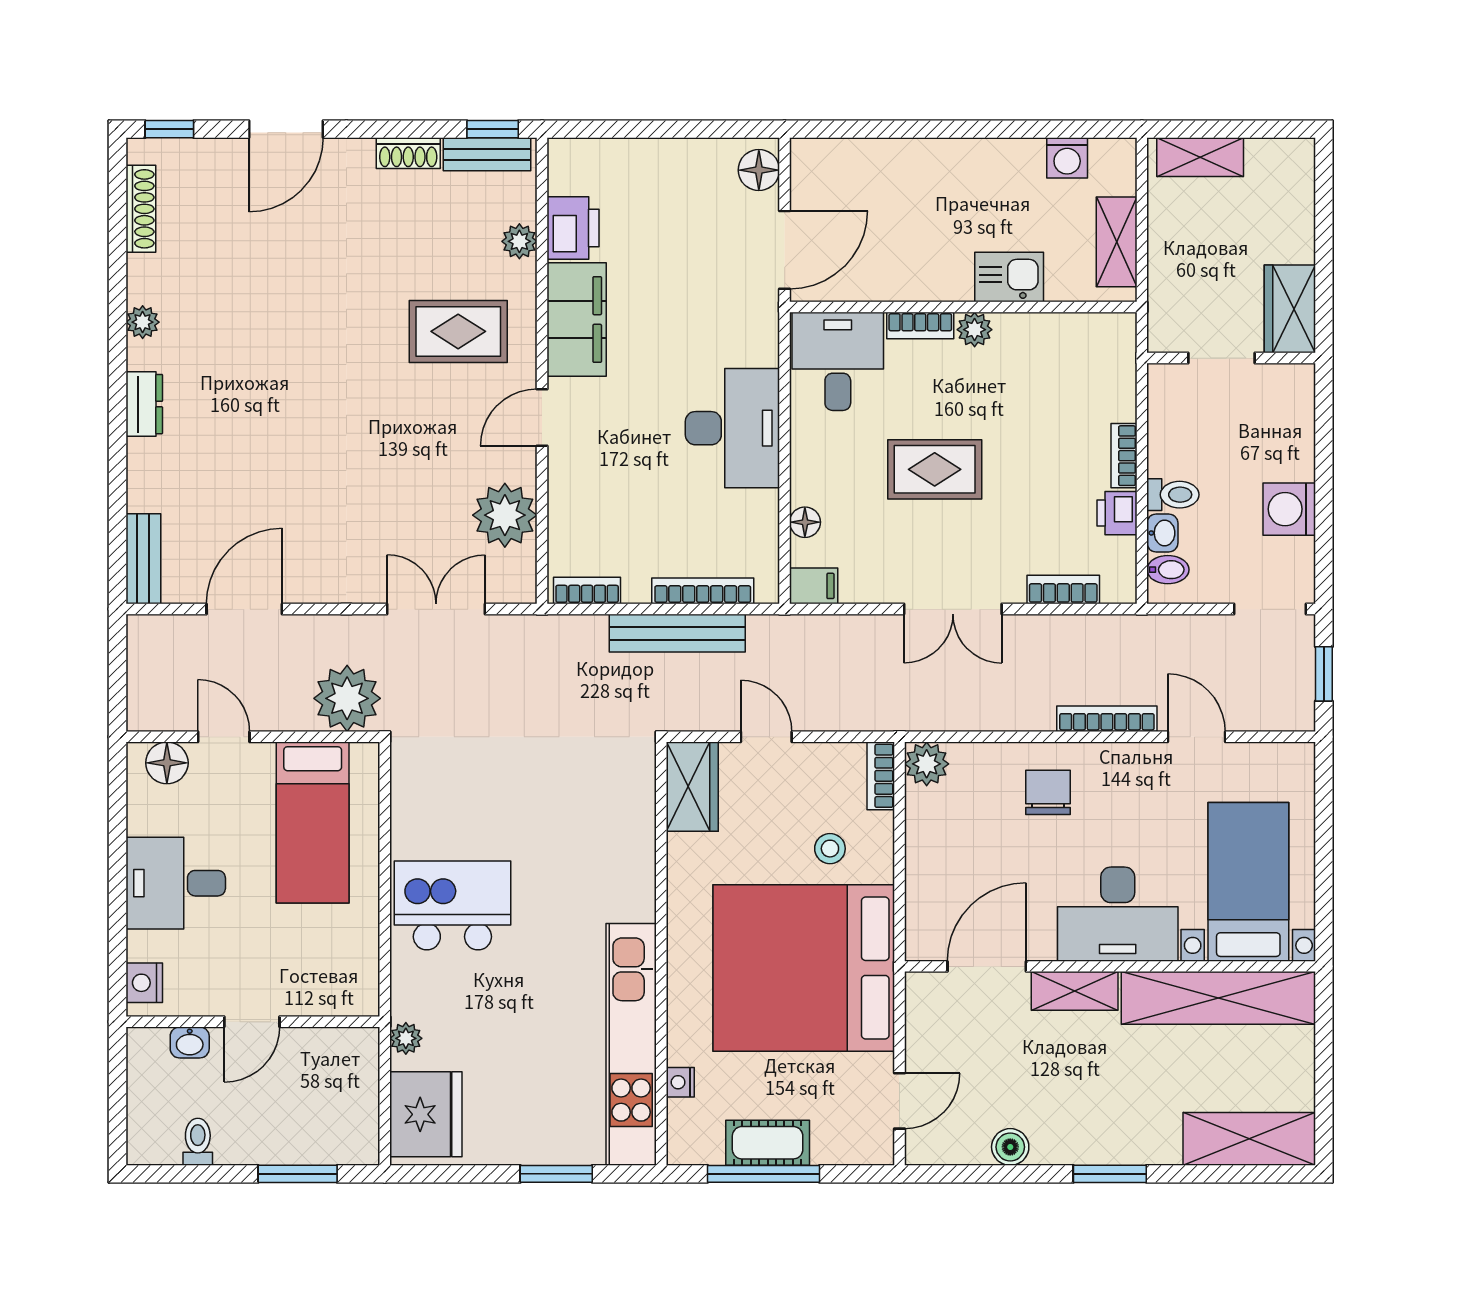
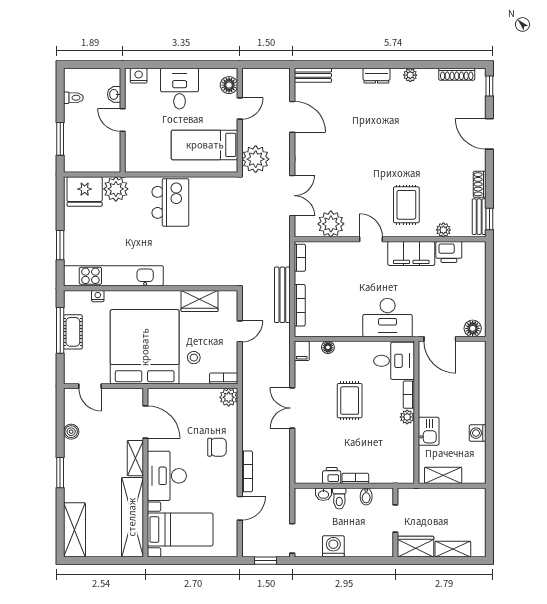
shelving: (1200, 157) -> (453, 549), moved, turned 90
washing machine: (1067, 158) -> (478, 433), moved
desk: (732, 428) -> (388, 317), moved
bidet: (1168, 570) -> (366, 496), moved
bookcase: (1063, 589) -> (300, 453), removed
wardrobe: (692, 787) -> (200, 301), moved
plant: (406, 1038) -> (116, 189), width x1.87, depth x1.87

